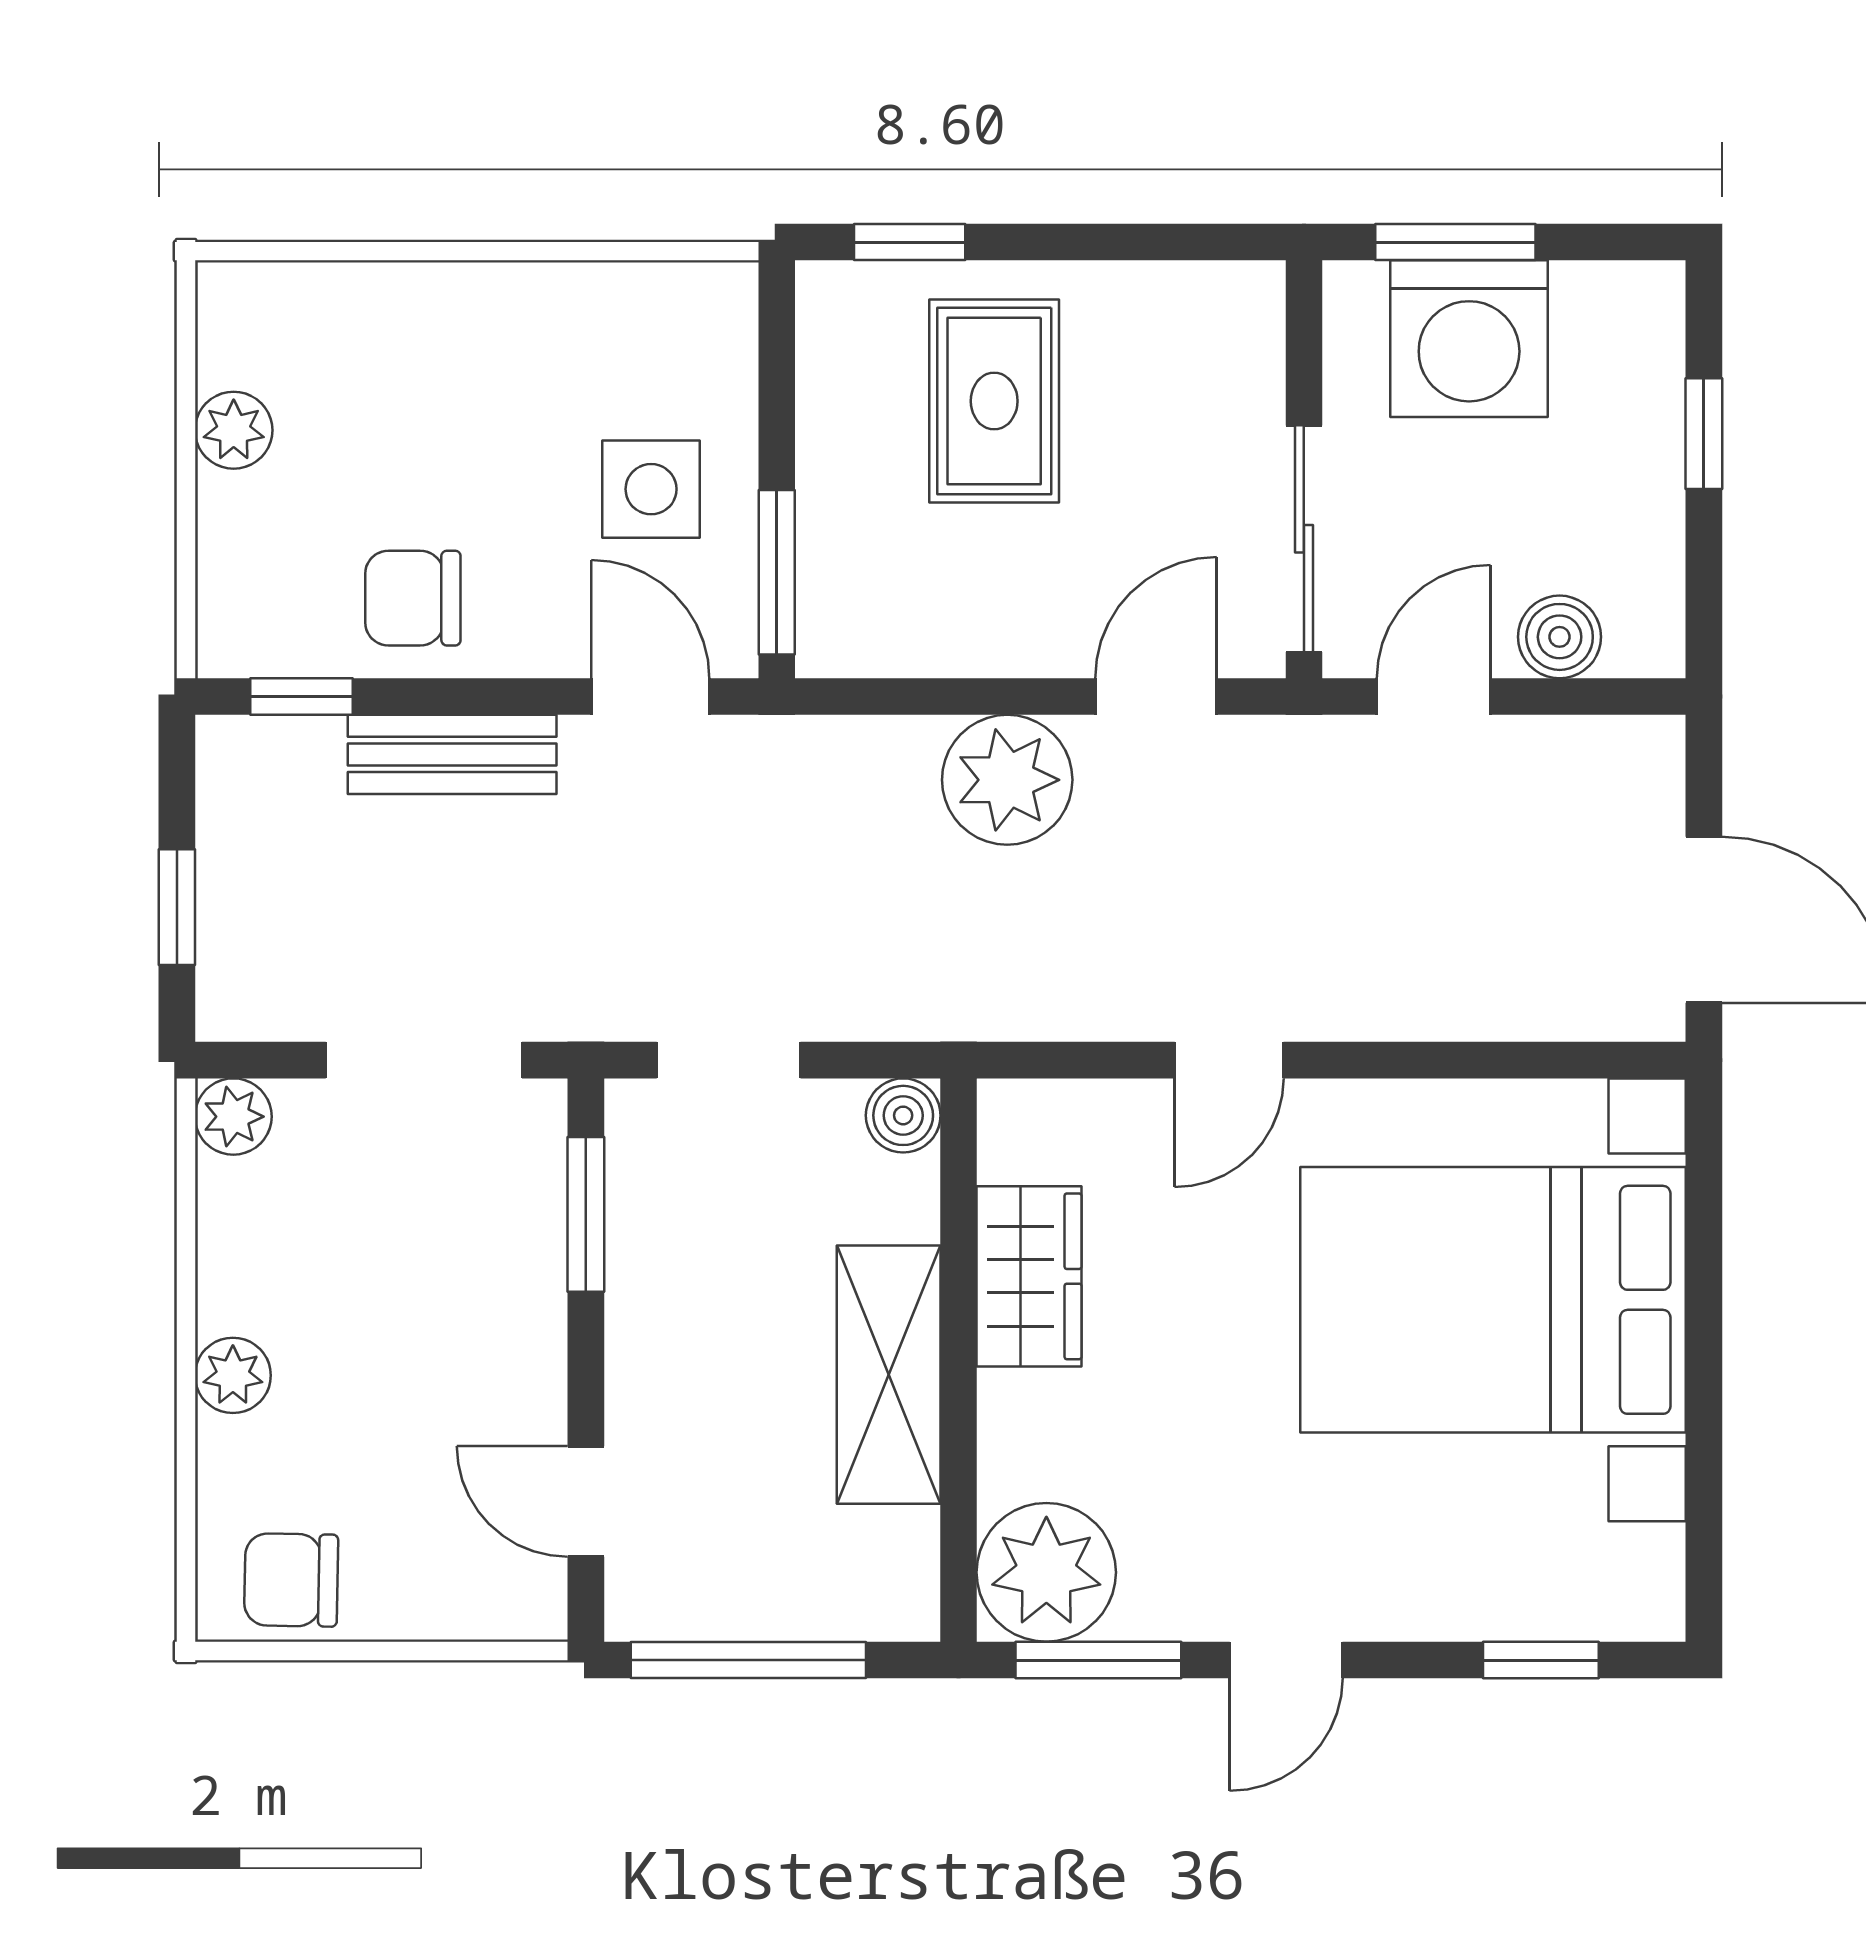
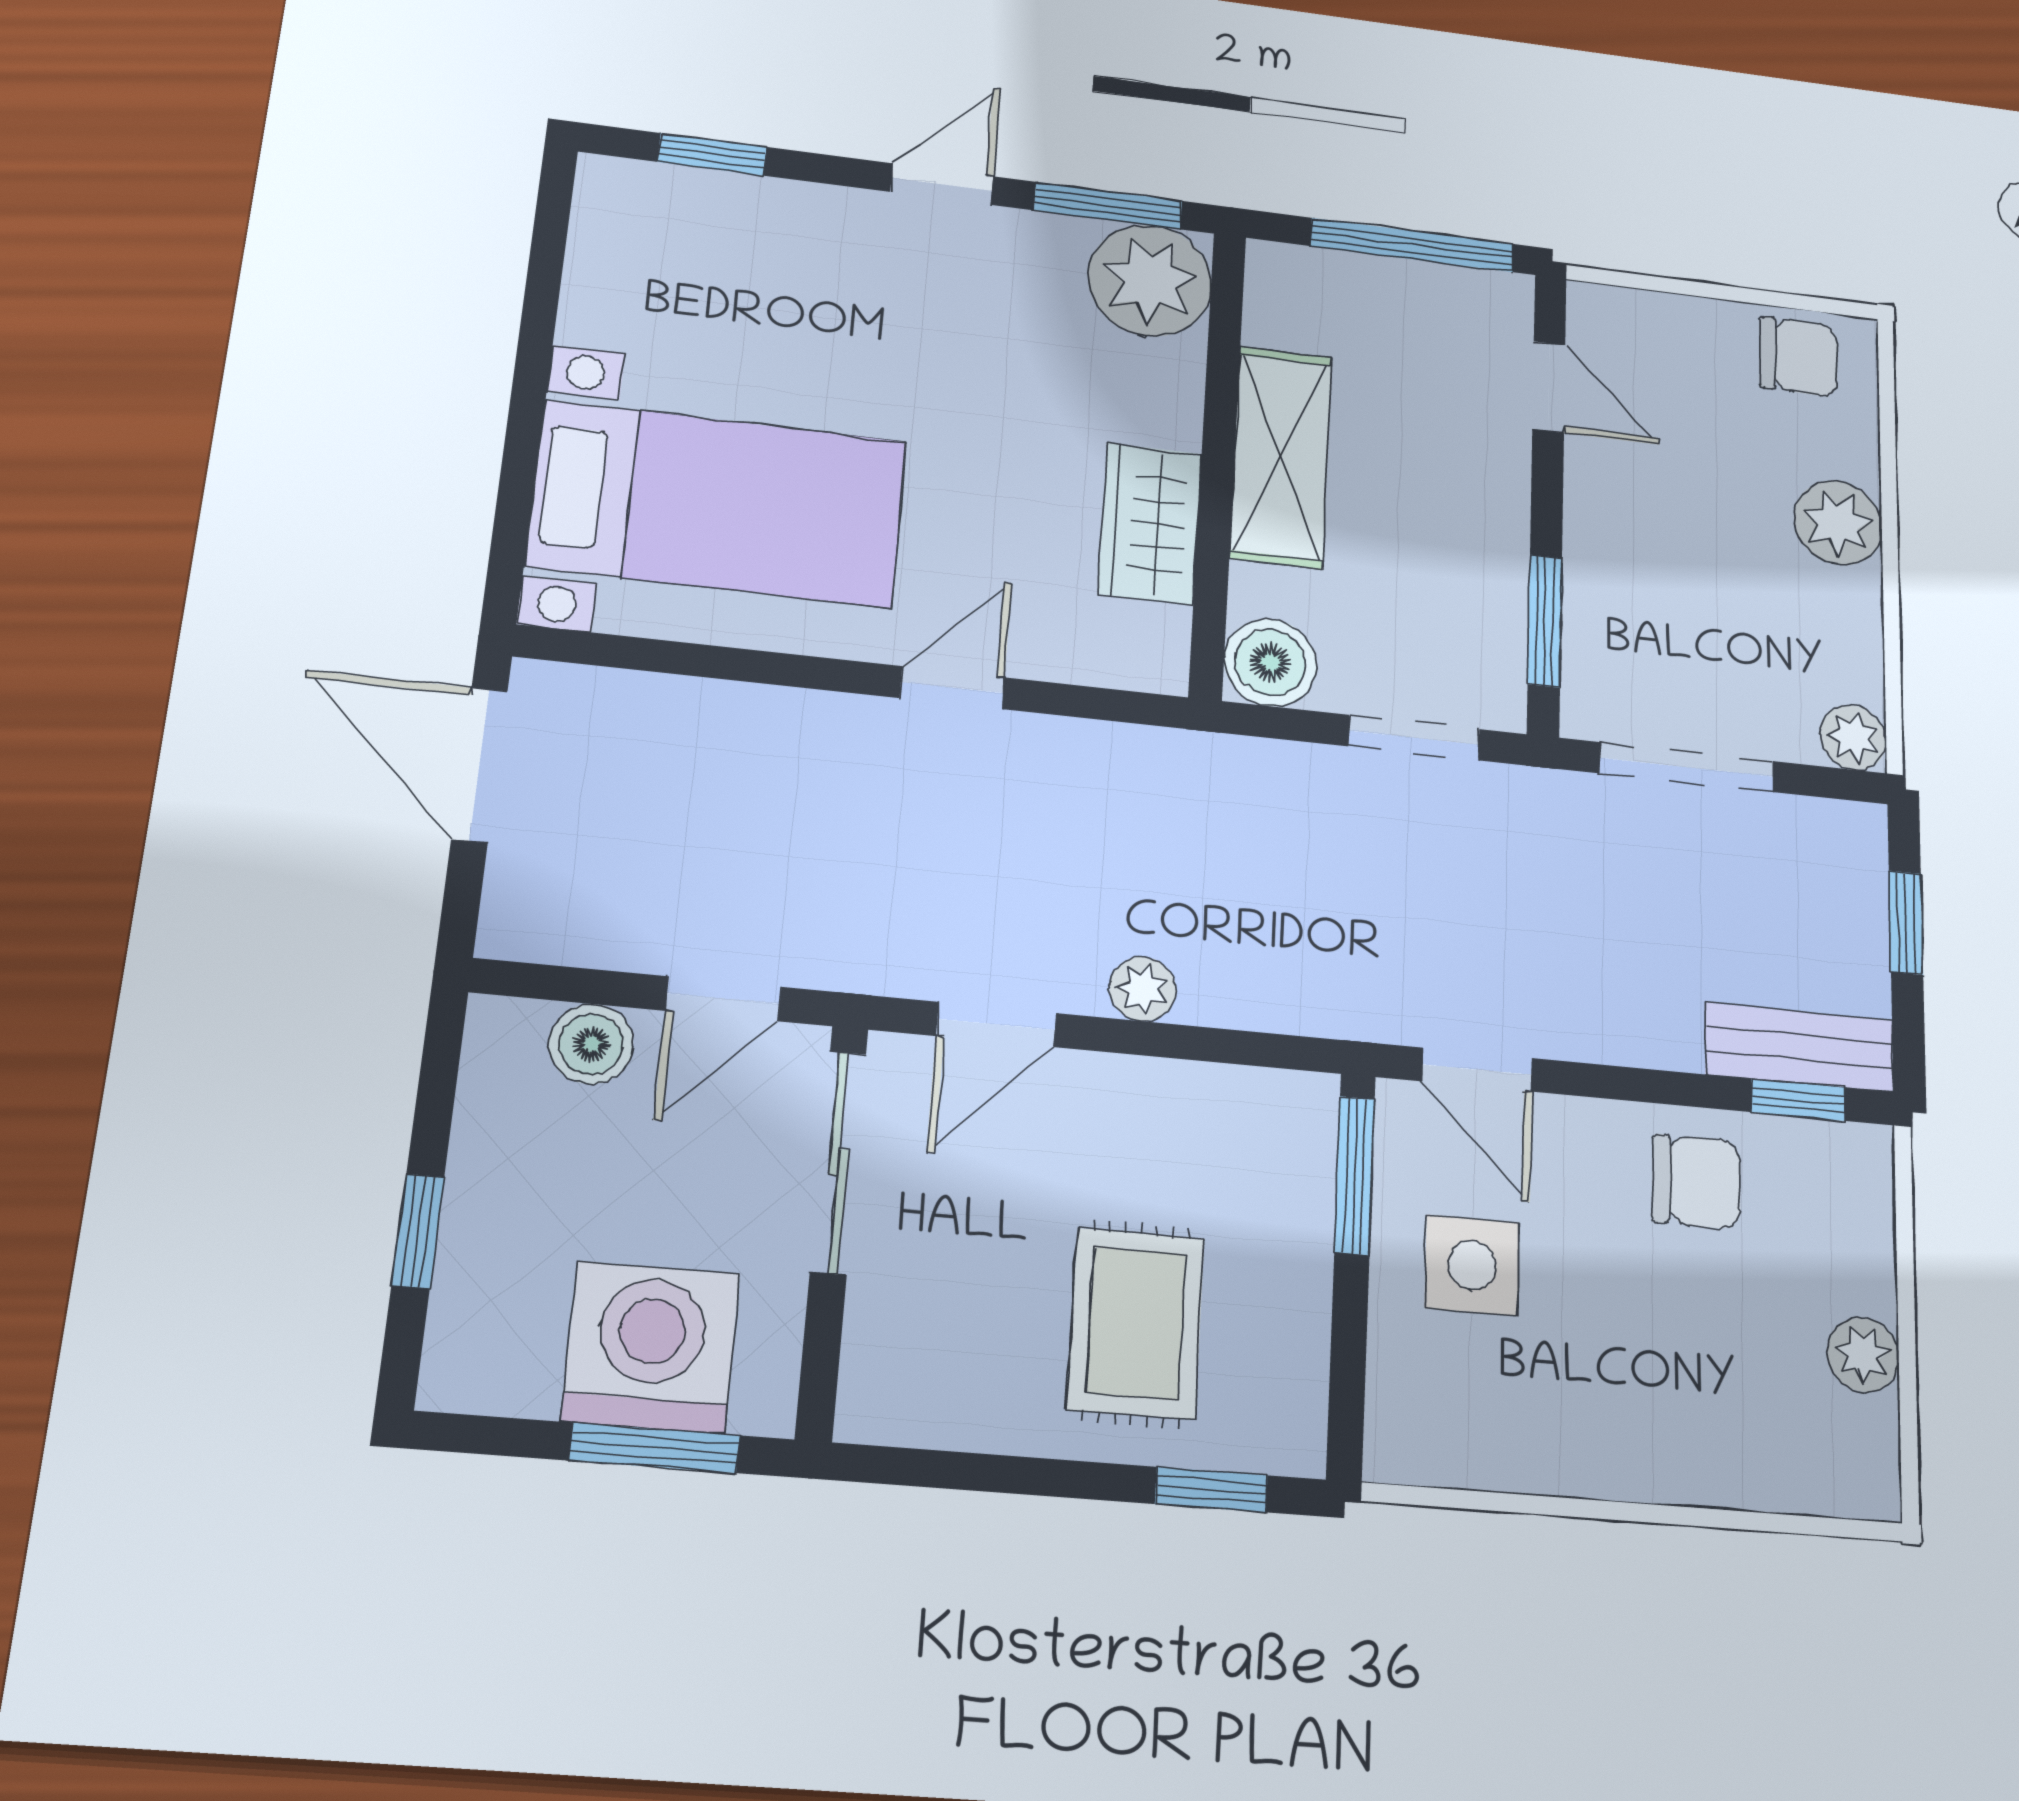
bench: (452, 754) -> (1799, 1047), moved
plant: (1007, 780) -> (1143, 989), width x0.53, depth x0.53
boiler: (903, 1115) -> (1270, 662), width x1.36, depth x1.36
bed with nightstands: (1493, 1300) -> (718, 504), width x0.73
plant: (233, 1375) -> (1838, 523), width x1.38, depth x1.38

